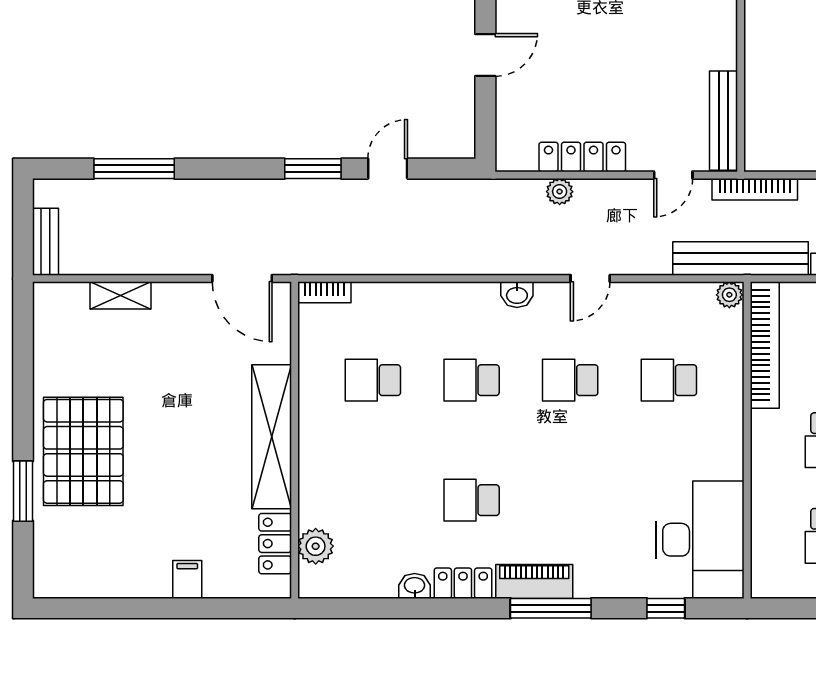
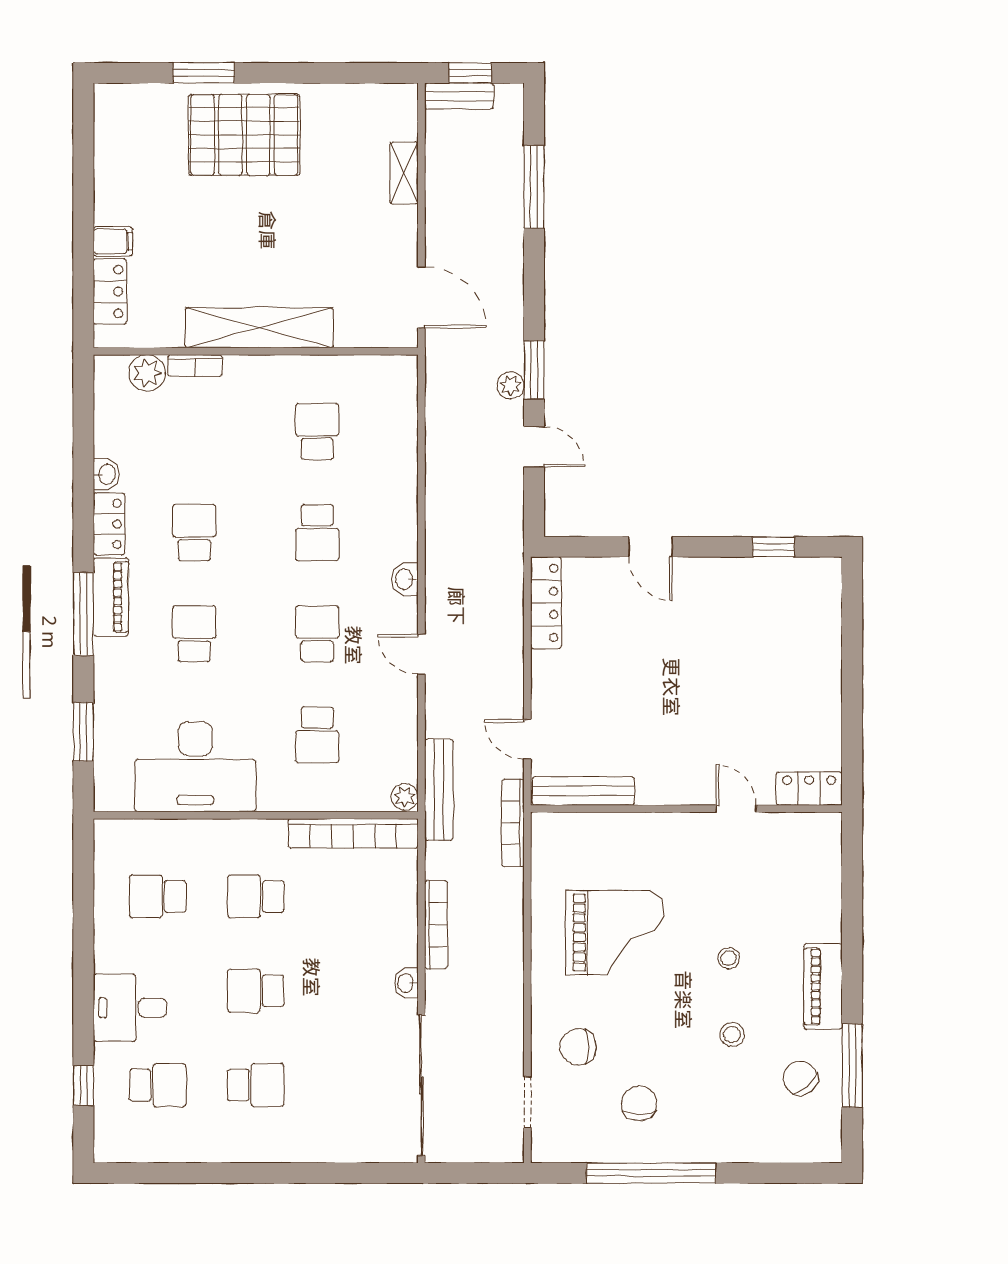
locker: (582, 157) -> (546, 603), moved
plant: (560, 192) -> (511, 385), moved
window: (23, 231) -> (470, 73), added
bench: (740, 258) -> (439, 790), width x0.73, depth x0.82
door: (242, 279) -> (421, 298), swing flipped
bookcase: (324, 292) -> (195, 365), moved, turned -90
school desk: (472, 380) -> (317, 533), turned 180
school desk: (669, 380) -> (317, 735), turned 180
school desk: (570, 500) -> (194, 634), added
desk: (700, 540) -> (195, 767), moved
locker: (275, 544) -> (110, 291), moved, turned 90
window: (666, 608) -> (83, 732), width x1.50

